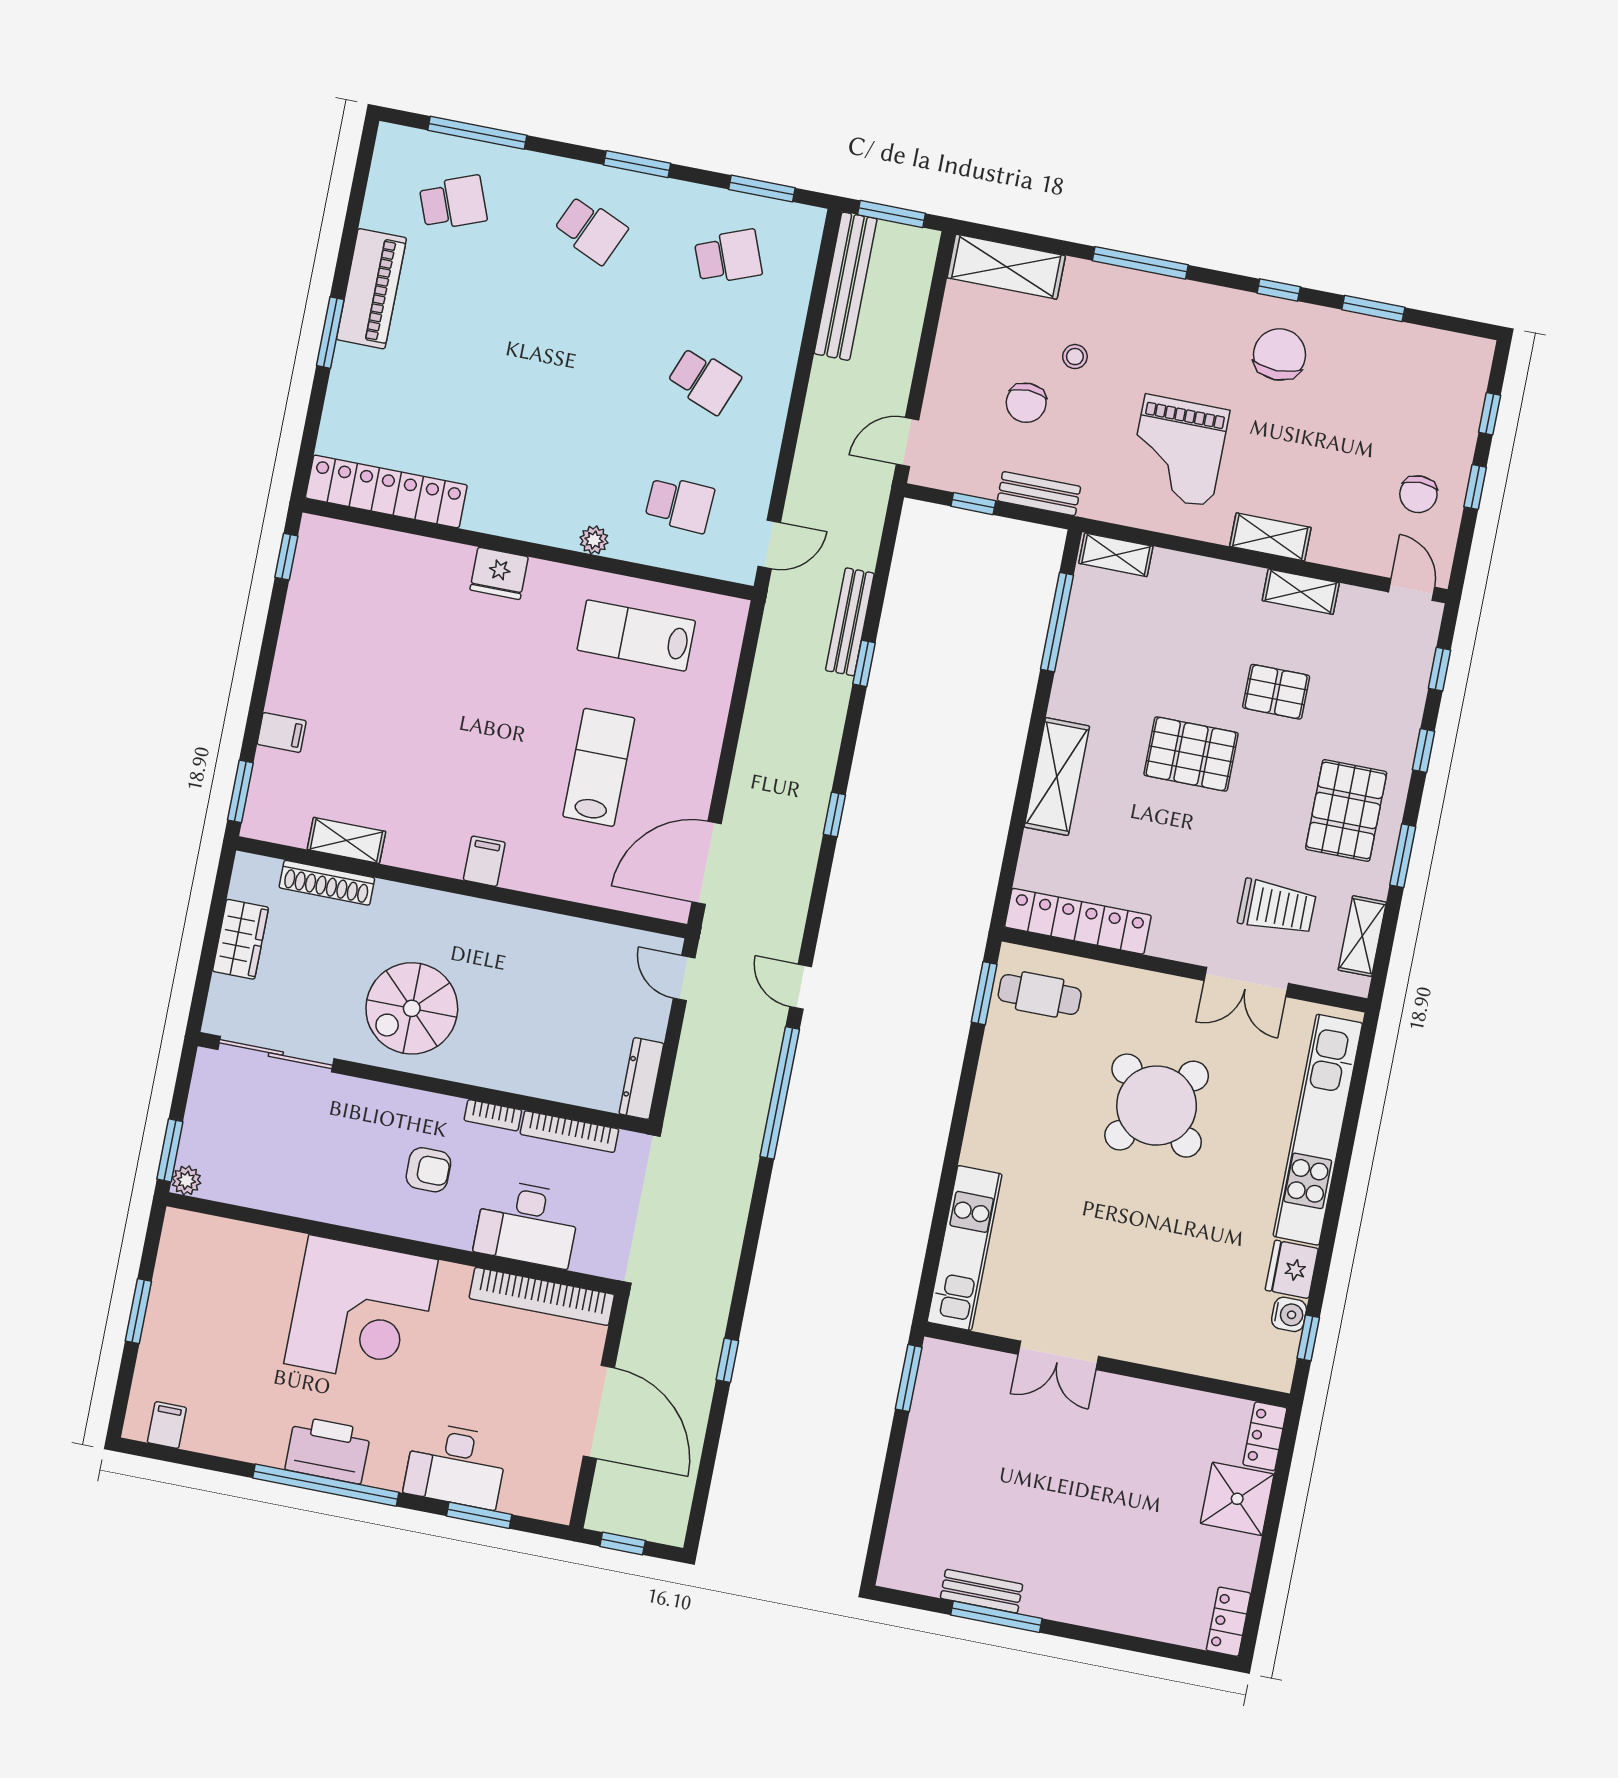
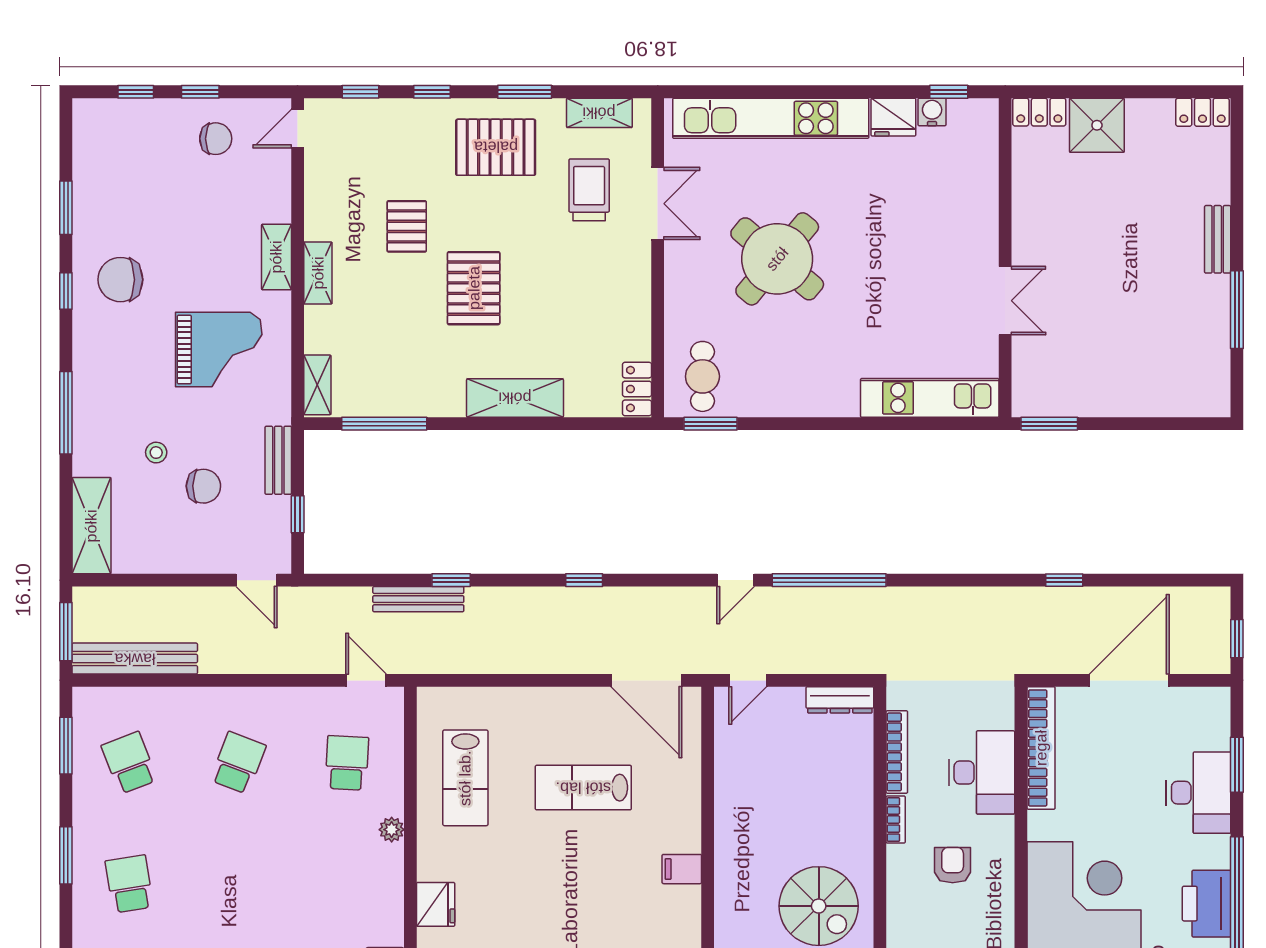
school desk: (591, 230) -> (129, 884), turned -33
shelving: (1301, 592) -> (318, 273), moved
locker: (1078, 921) -> (637, 389), width x0.46, depth x0.83
bench: (982, 1591) -> (1218, 239), moved

